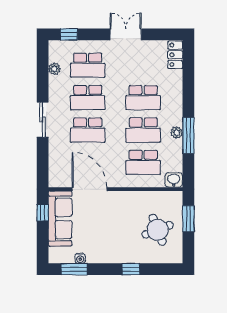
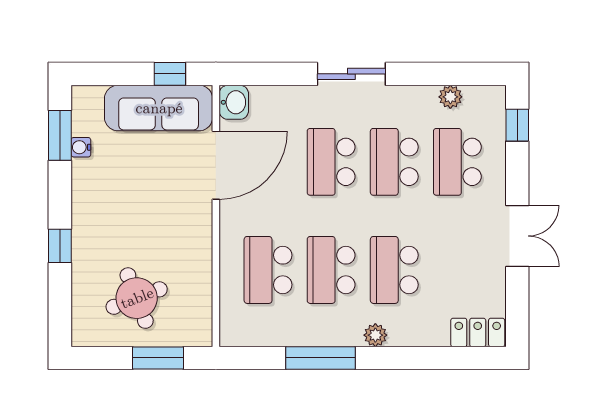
plant: (177, 133) -> (375, 335), moved
washbasin: (174, 180) -> (234, 102), moved

